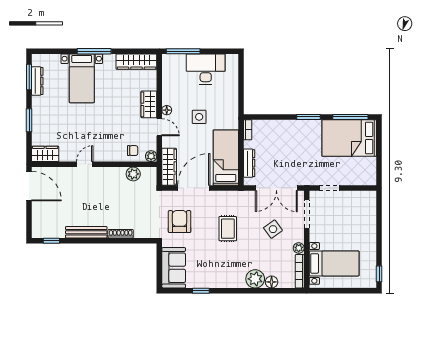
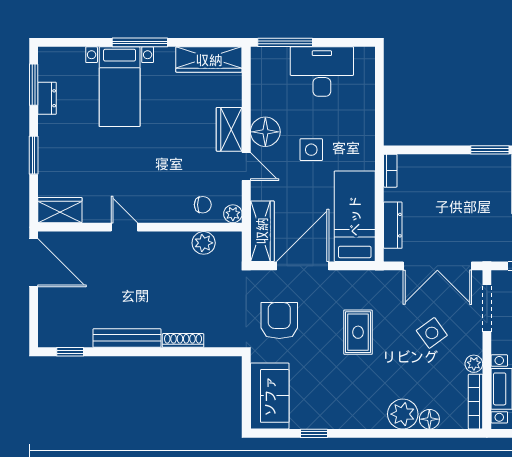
dresser: (37, 81) -> (47, 98), width x0.70
floor lamp: (167, 110) -> (265, 132), width x1.89, depth x1.89
door: (85, 164) -> (124, 227), hinge flipped

